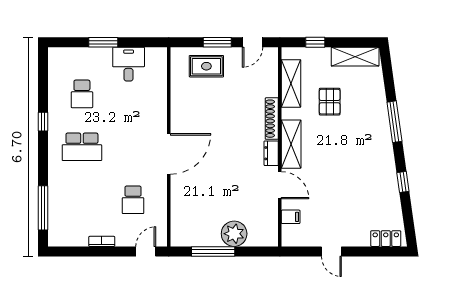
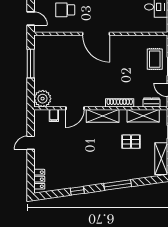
dresser: (271, 153) -> (152, 102), moved
plant: (234, 234) -> (43, 99), moved

